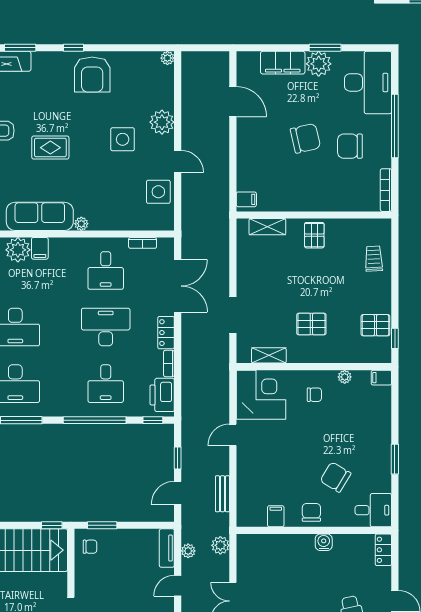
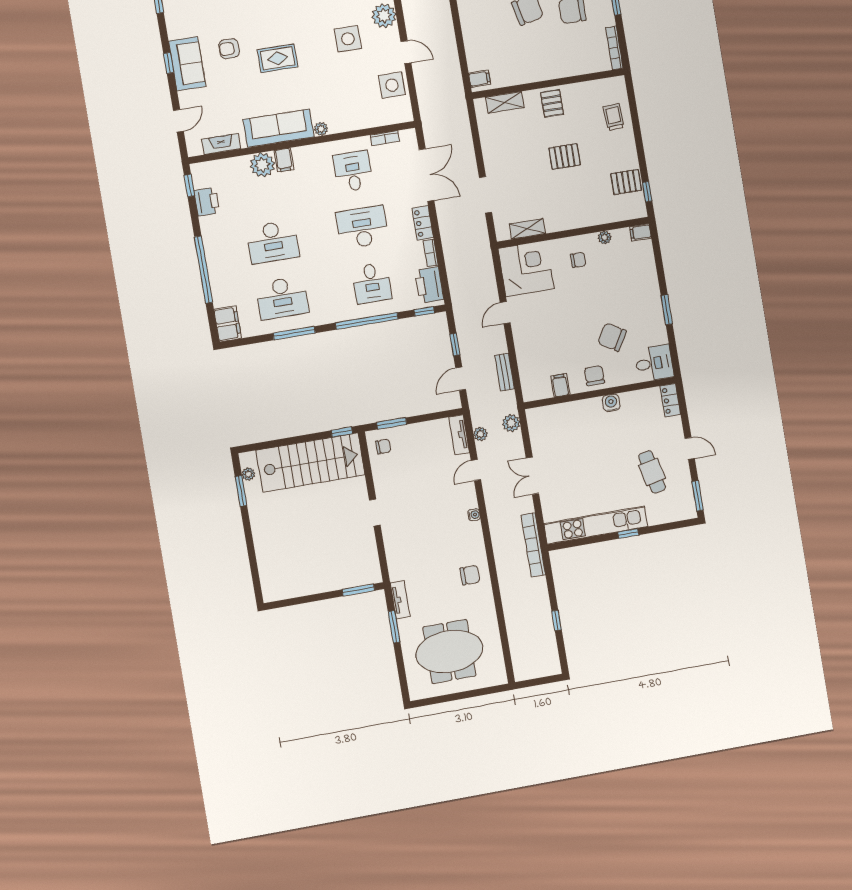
desk: (106, 270) -> (353, 171), turned 180
pallet: (311, 324) -> (565, 157), moved

